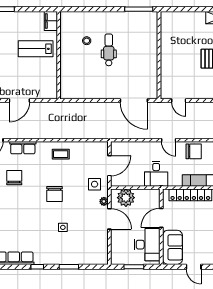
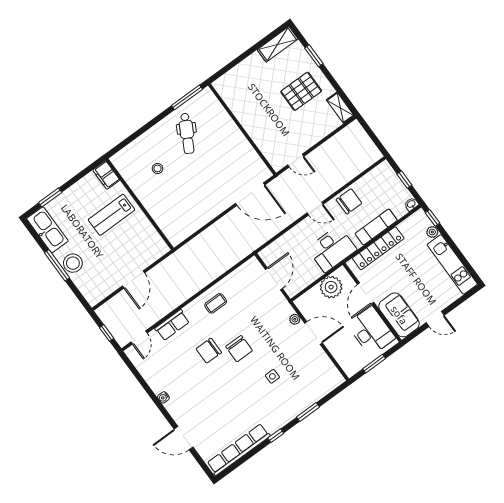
dental chair: (109, 50) -> (187, 133), moved, turned -151
desk: (156, 174) -> (332, 249), width x1.37
chair: (14, 178) -> (209, 351), moved, turned -90
side table: (95, 184) -> (273, 309), removed
plant: (126, 198) -> (331, 287), moved

